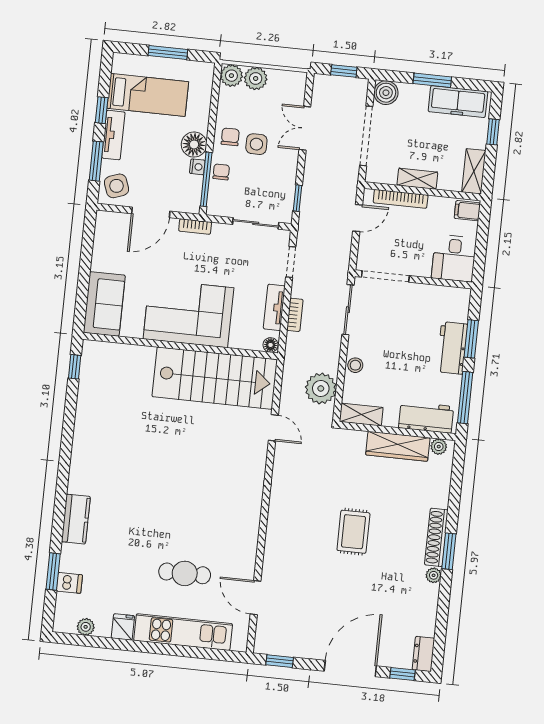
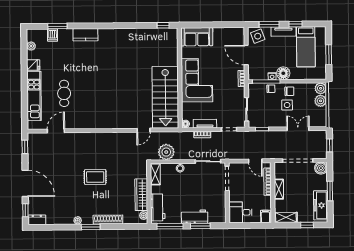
shoe rack: (436, 537) -> (108, 220), moved

